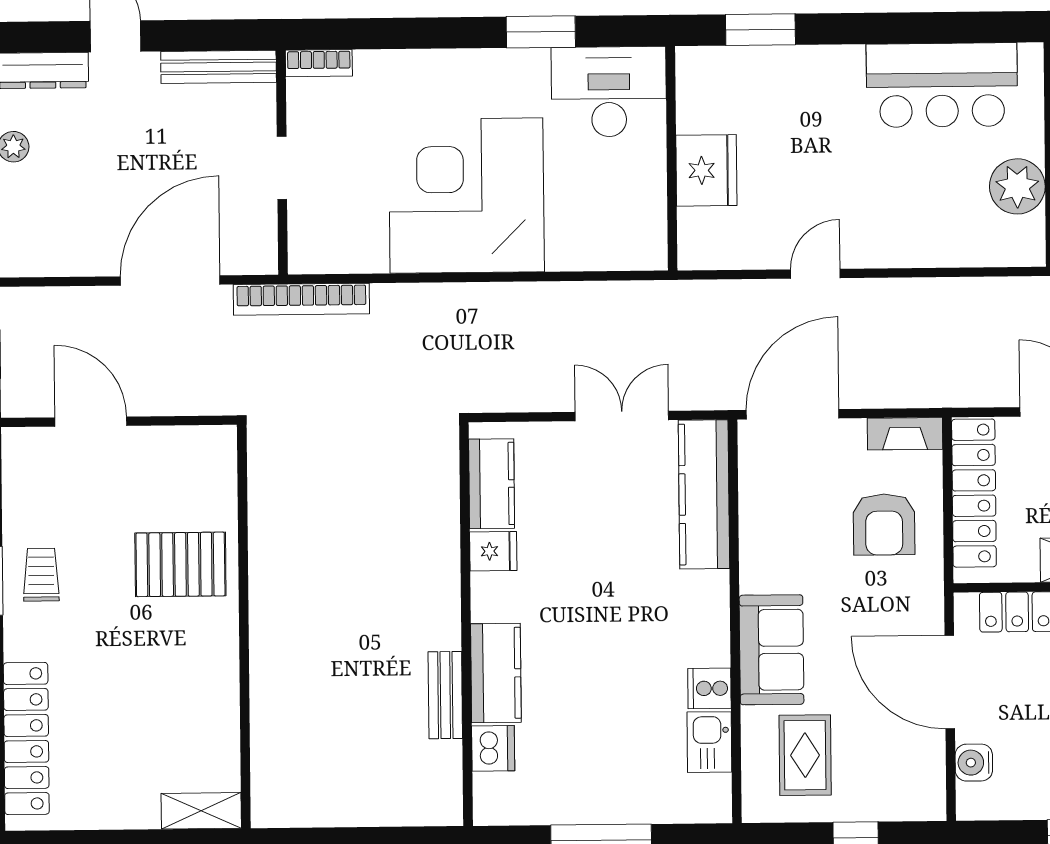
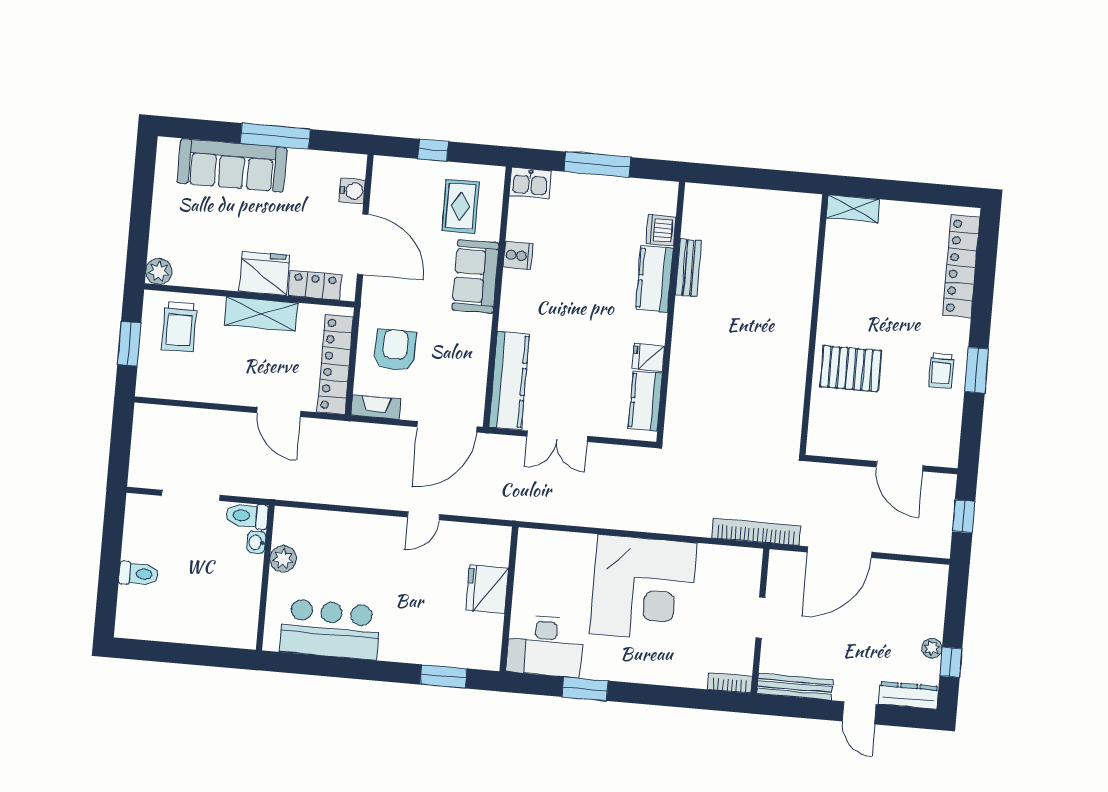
plant: (1017, 186) -> (283, 559), width x0.73, depth x0.73
kitchen sink: (709, 742) -> (530, 183), moved, turned 90

